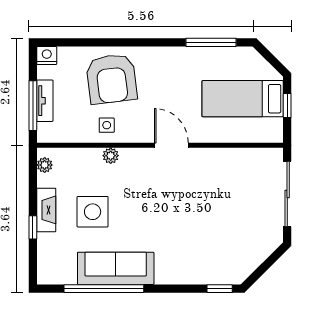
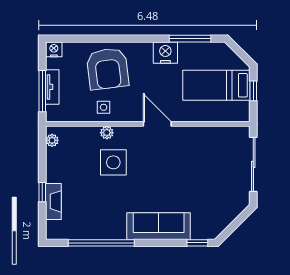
nightstand: (181, 59) -> (165, 53), added
fireplace: (46, 210) -> (53, 201), moved
side table: (93, 212) -> (113, 162), moved
sofa: (116, 268) -> (159, 226), moved

